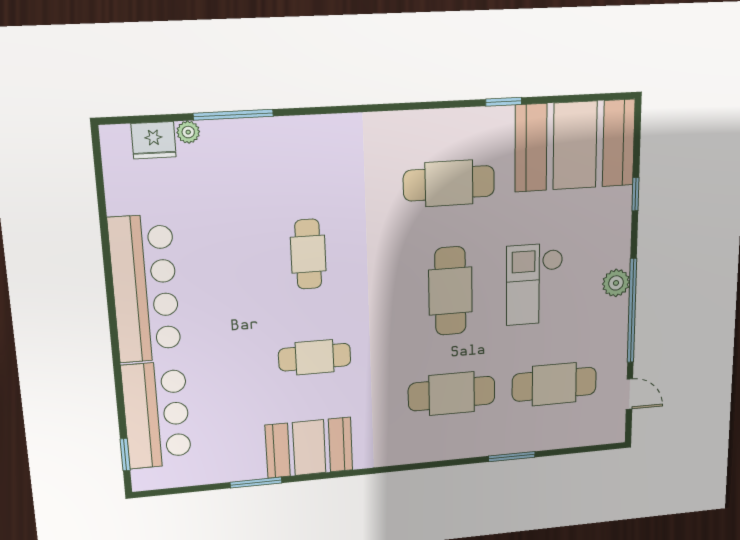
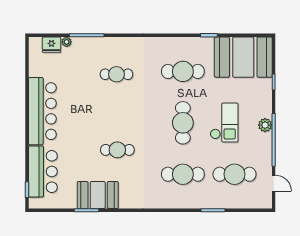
cafe table: (308, 254) -> (116, 74), moved, turned 90
checkout: (535, 284) -> (224, 123), turned 180
booth: (309, 448) -> (98, 195), moved

